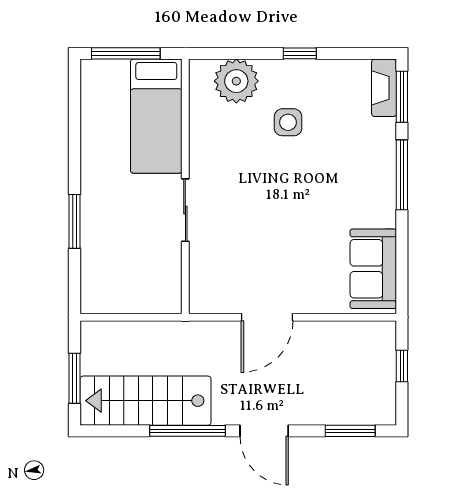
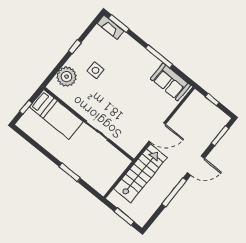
window: (126, 53) -> (26, 107), width x0.46
window: (402, 175) -> (159, 56), moved
door: (267, 317) -> (157, 133), hinge flipped
stairs: (145, 401) -> (140, 173), moved, turned 180

